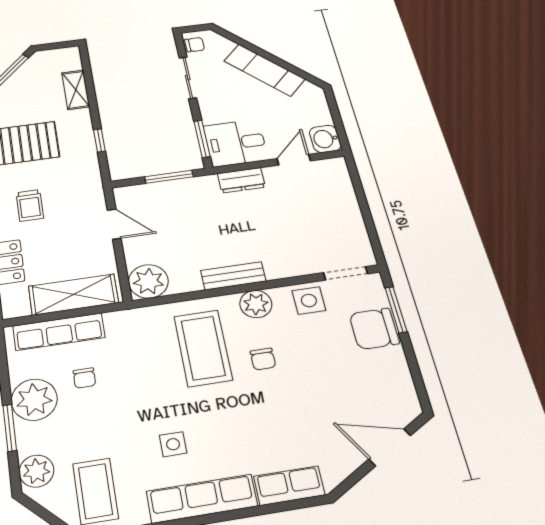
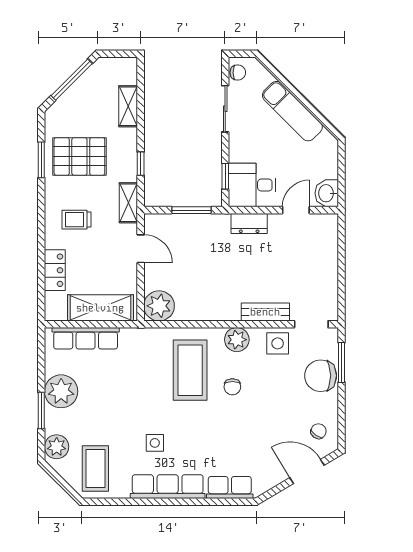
window: (202, 139) -> (225, 176), width x0.67
shelving: (91, 180) -> (128, 203), added
trolley: (30, 205) -> (76, 220), turned 90
bench: (233, 276) -> (265, 312), moved
chair: (84, 378) -> (318, 431), moved, turned -145

